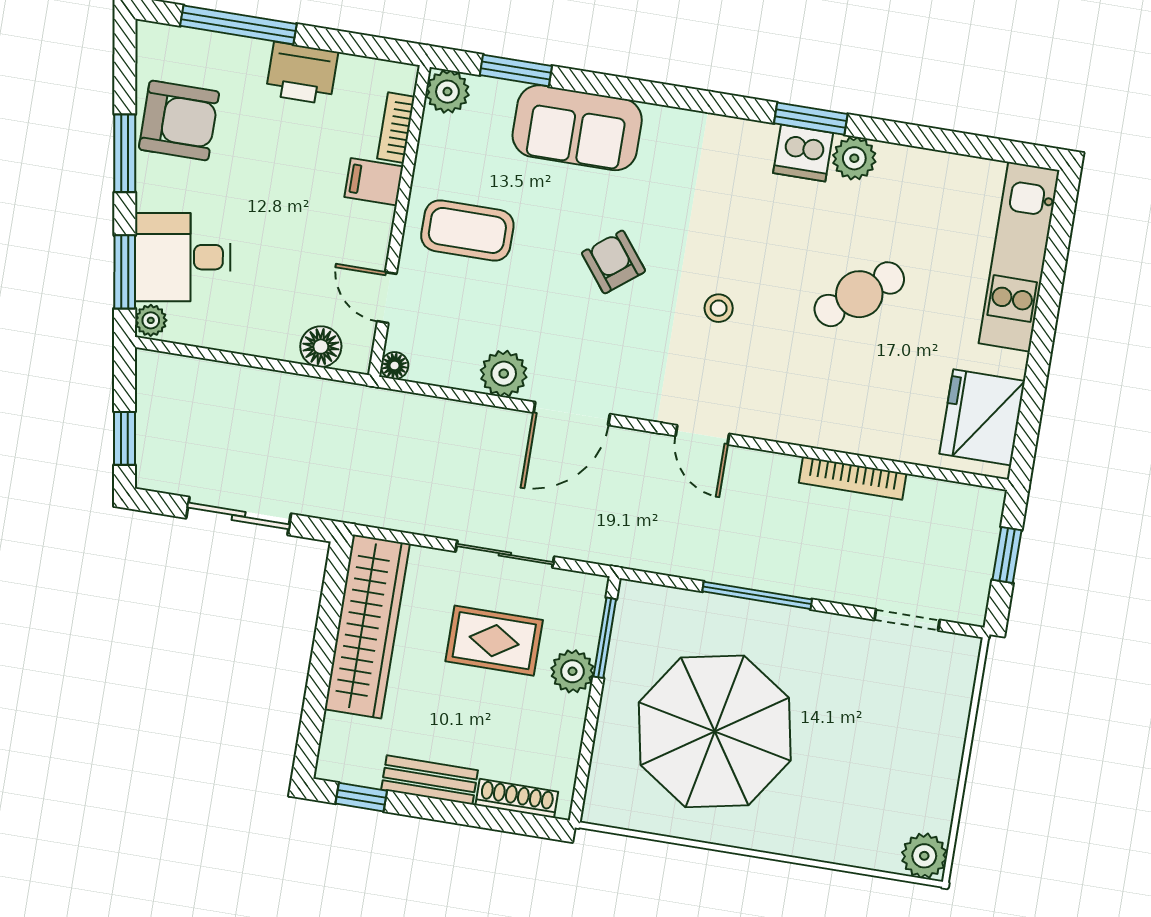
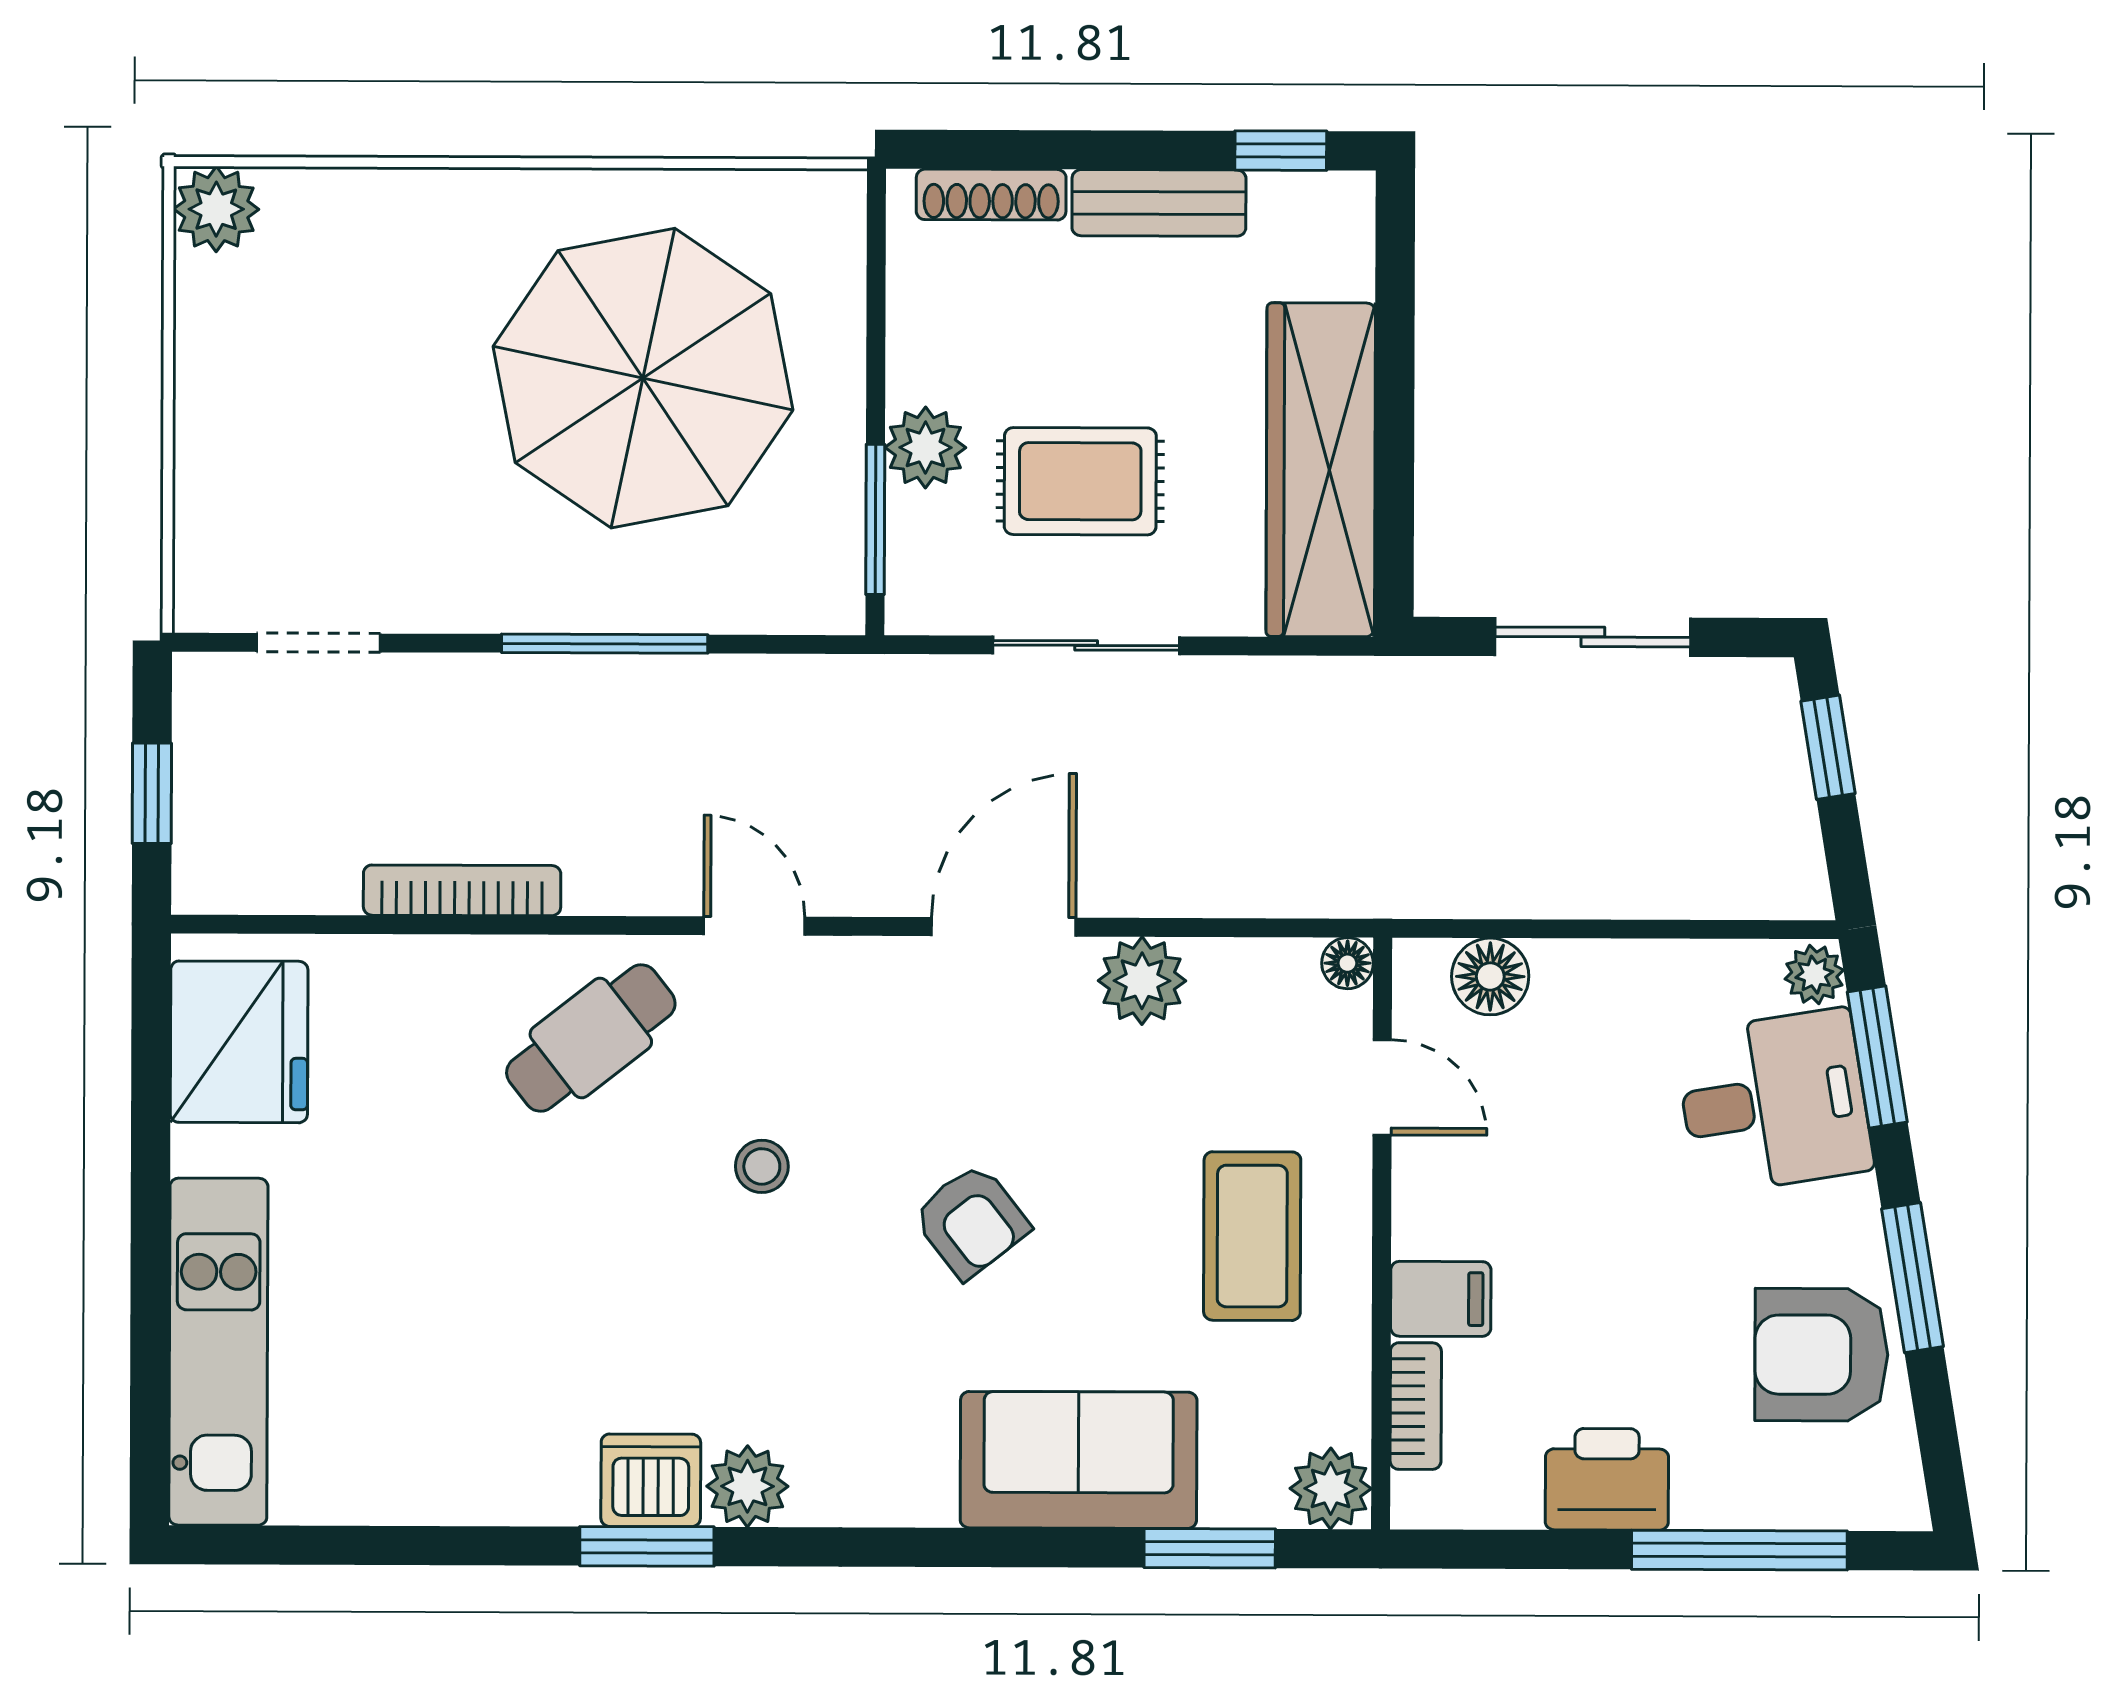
plant: (854, 158) -> (747, 1486), moved
coffee table: (467, 230) -> (1252, 1236), turned 90
cafe table: (859, 294) -> (591, 1038), moved

